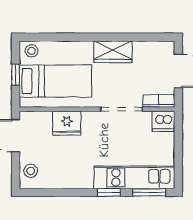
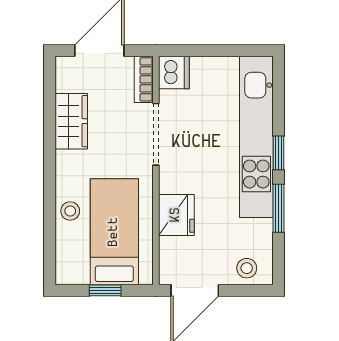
stool: (32, 51) -> (70, 211), moved
wardrobe: (113, 52) -> (71, 121), moved
kitchen unit: (134, 177) -> (256, 137), width x1.36
window: (149, 192) -> (278, 208), moved

